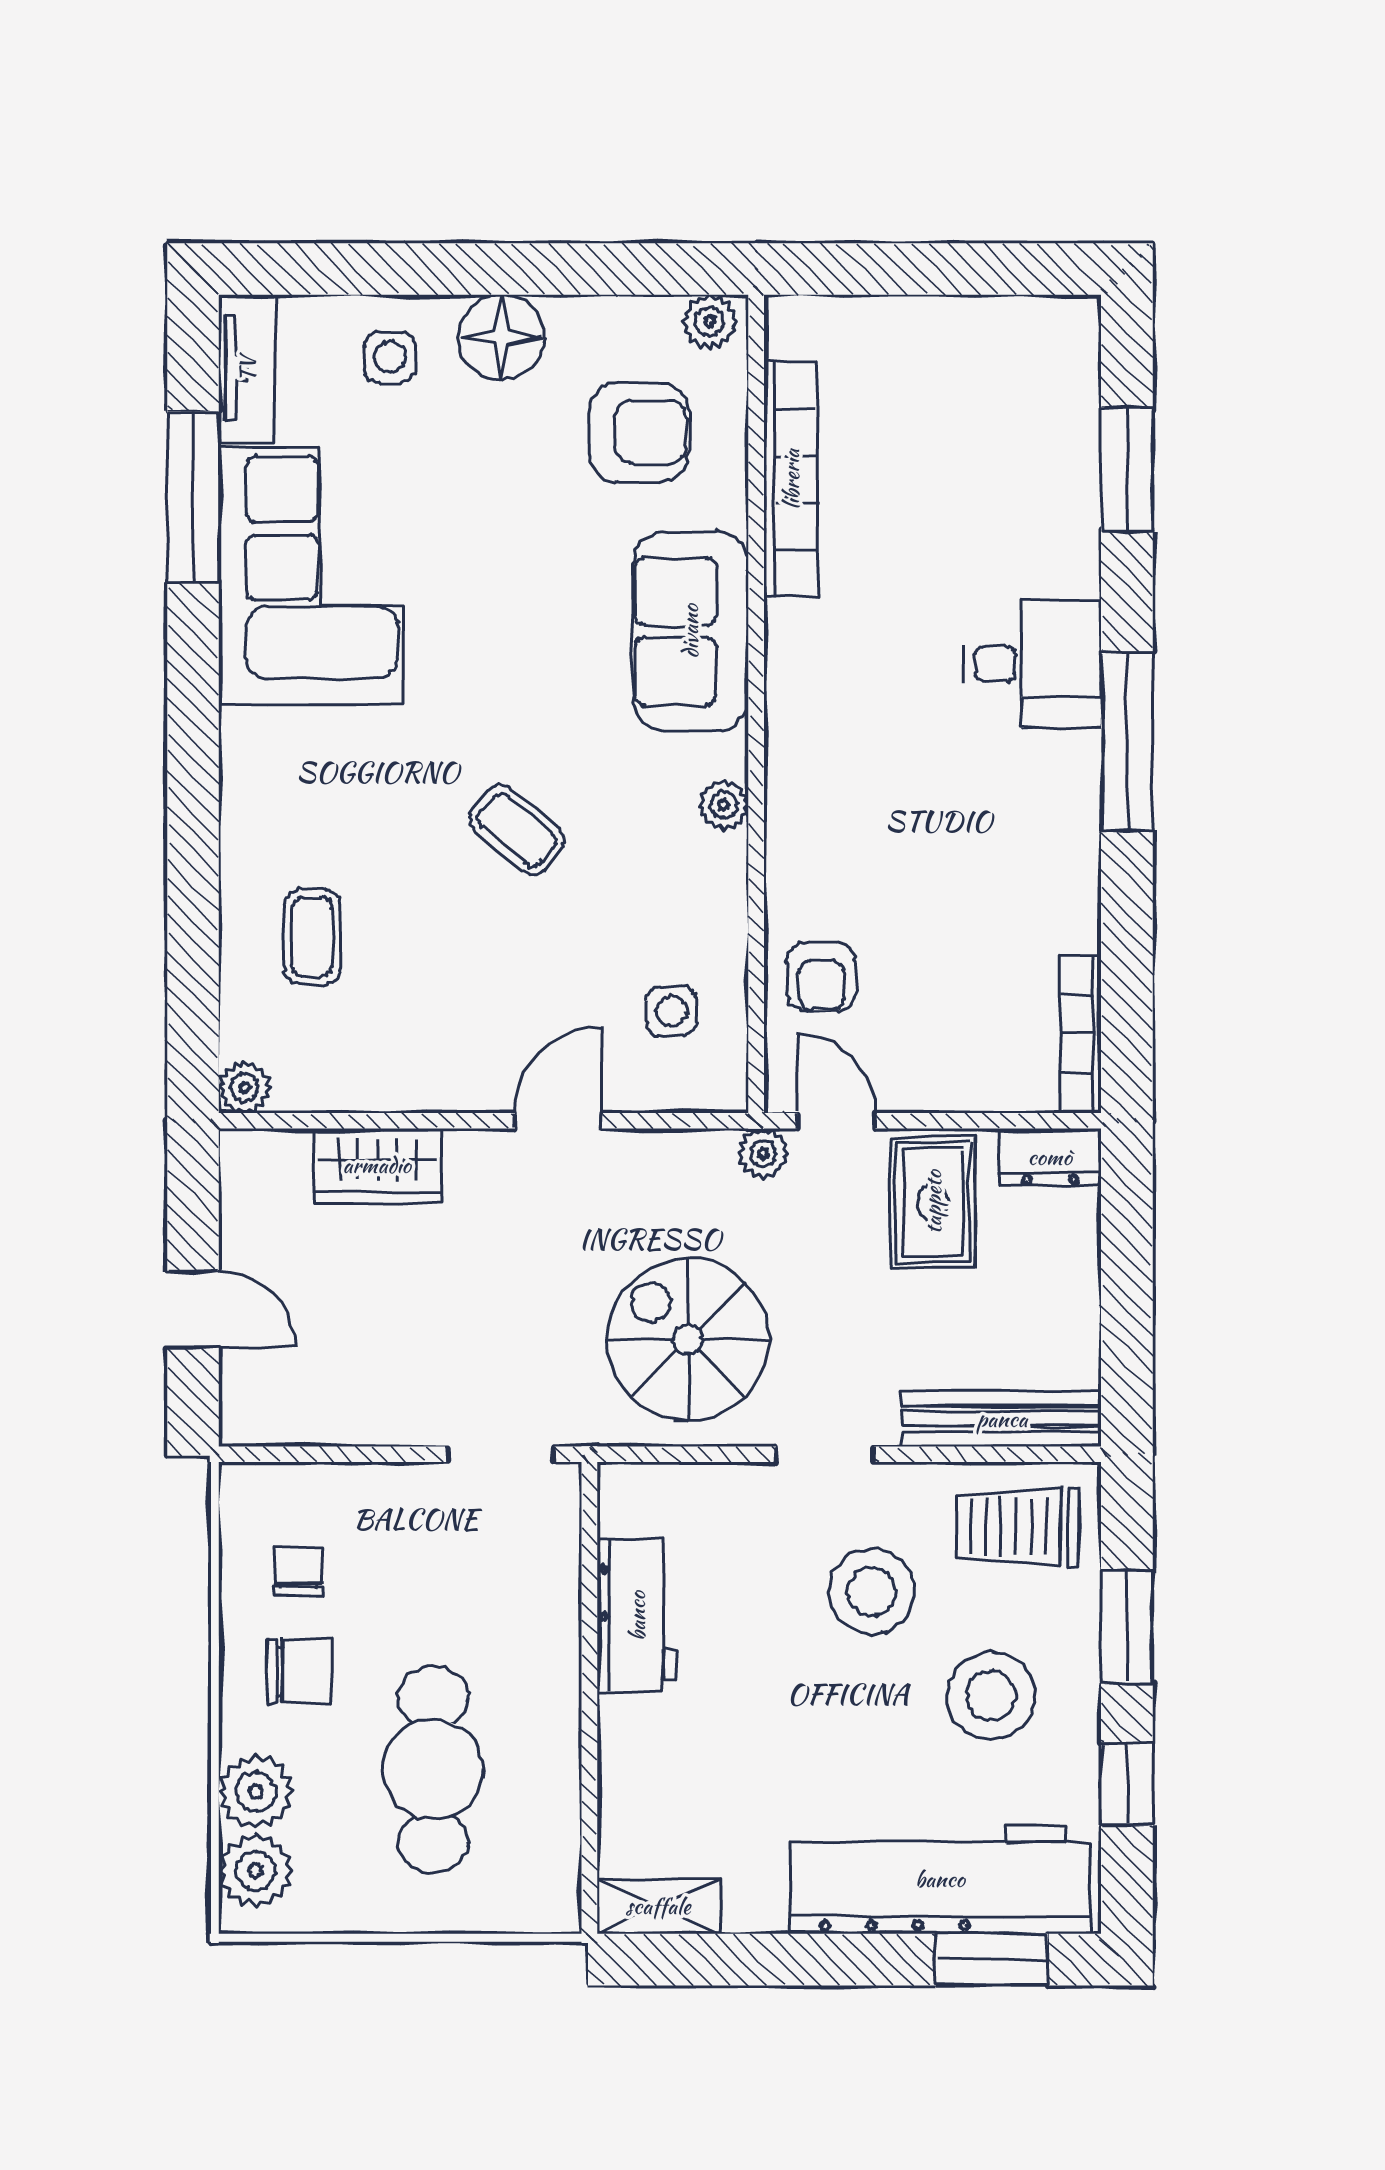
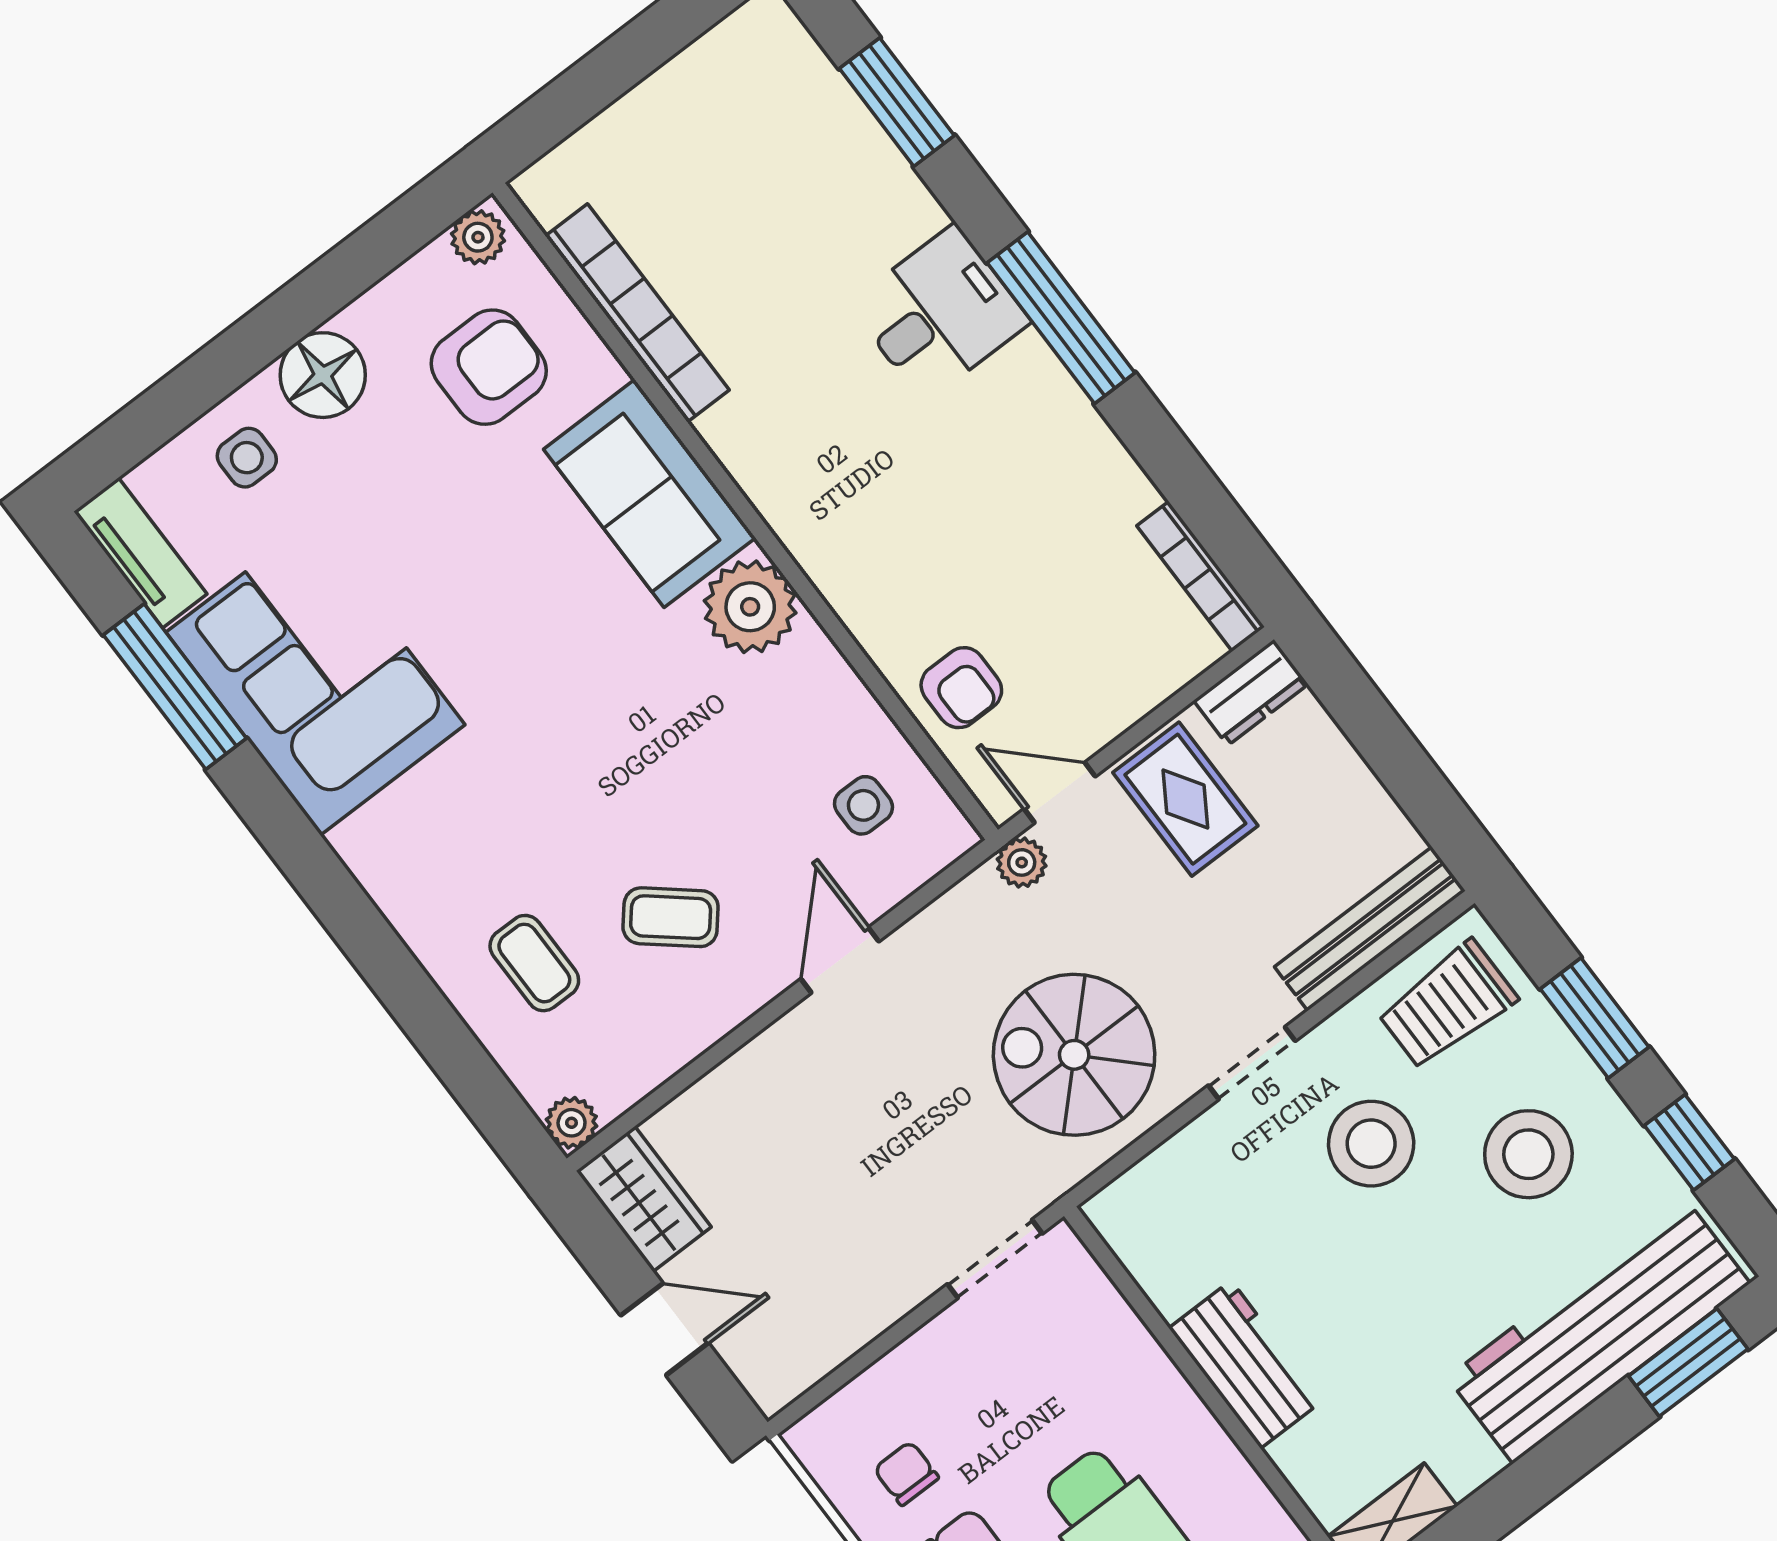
plant: (724, 805) -> (750, 607), width x1.88, depth x1.88
coffee table: (517, 830) -> (671, 917), moved
wardrobe: (377, 1165) -> (644, 1199), moved, turned -90
workbench: (637, 1616) -> (1246, 1364), moved

